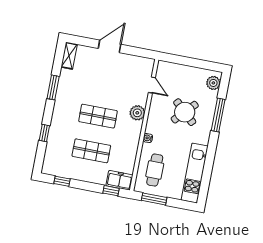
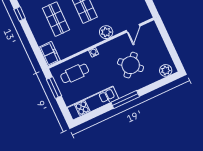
window: (218, 115) -> (125, 100), moved
window: (111, 191) -> (38, 53), removed

